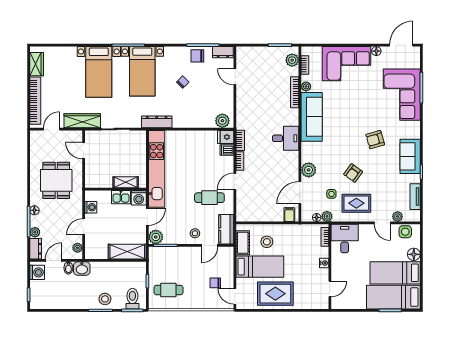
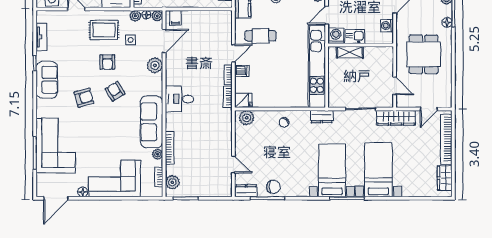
chair: (183, 82) -> (284, 122), moved
dresser: (157, 122) -> (322, 117), width x0.70
armchair: (346, 146) -> (115, 91), added
dishwasher: (227, 150) -> (242, 71), moved
armchair: (353, 173) -> (107, 62), turned 144
plant: (398, 216) -> (157, 16), moved

